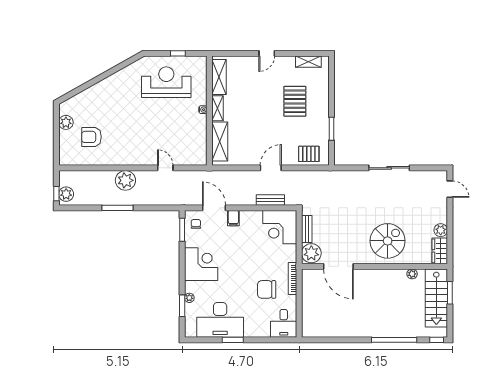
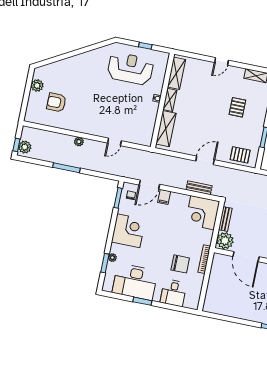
pallet: (295, 101) -> (237, 107), width x0.67, depth x0.71
door: (165, 168) -> (114, 142), swing flipped
plant: (125, 180) -> (79, 142), width x0.53, depth x0.53
door: (214, 208) -> (149, 185), swing flipped
chair: (267, 289) -> (180, 264), turned 180
desk: (284, 323) -> (173, 293), moved

